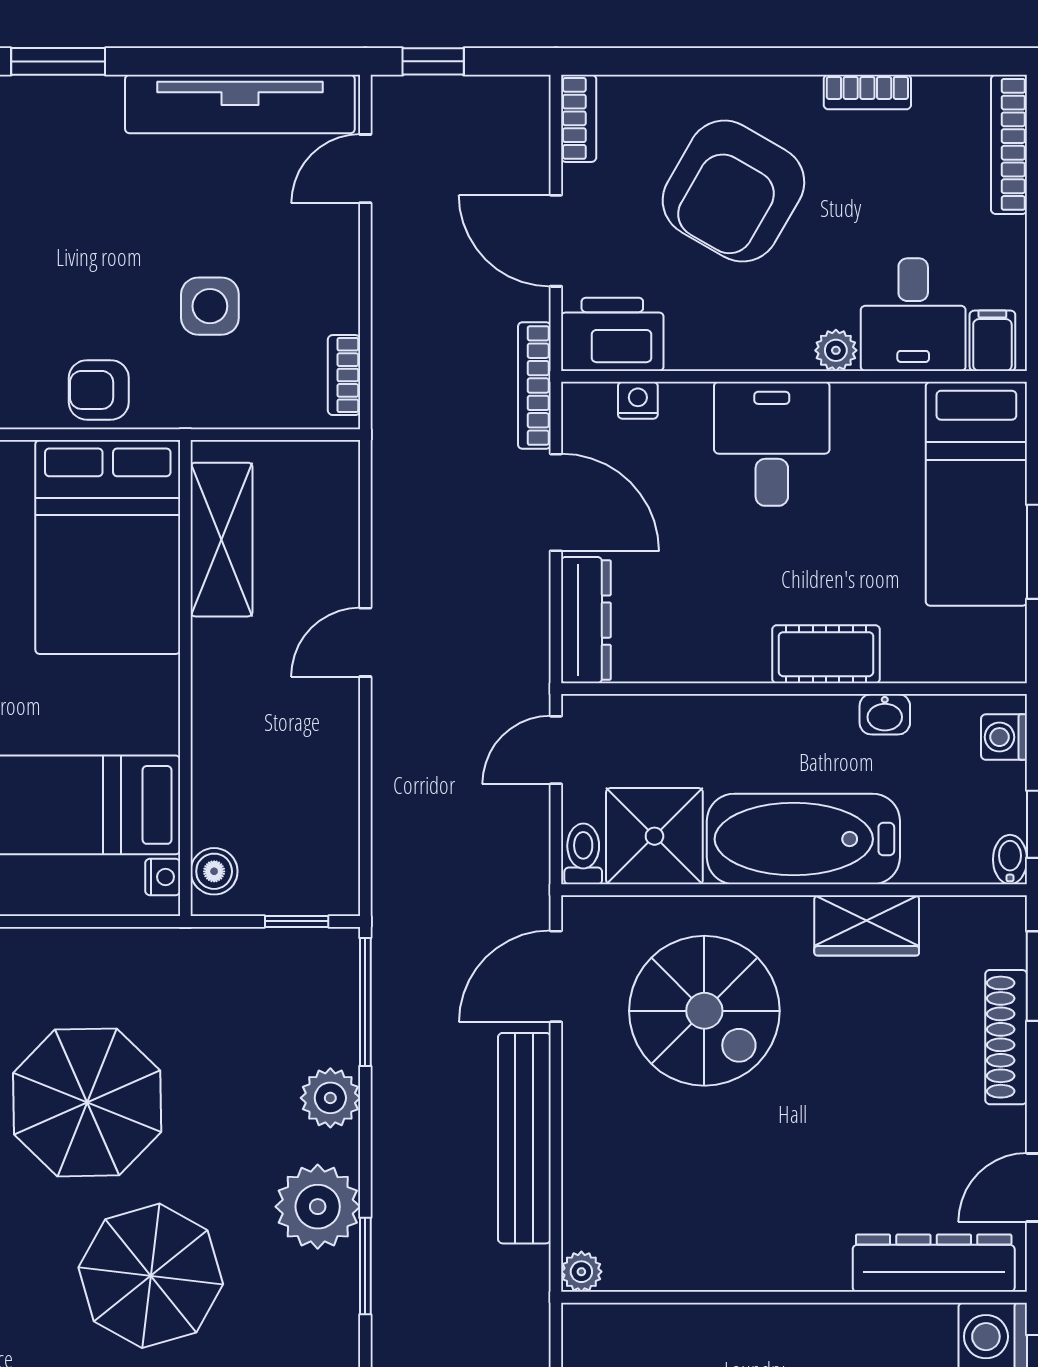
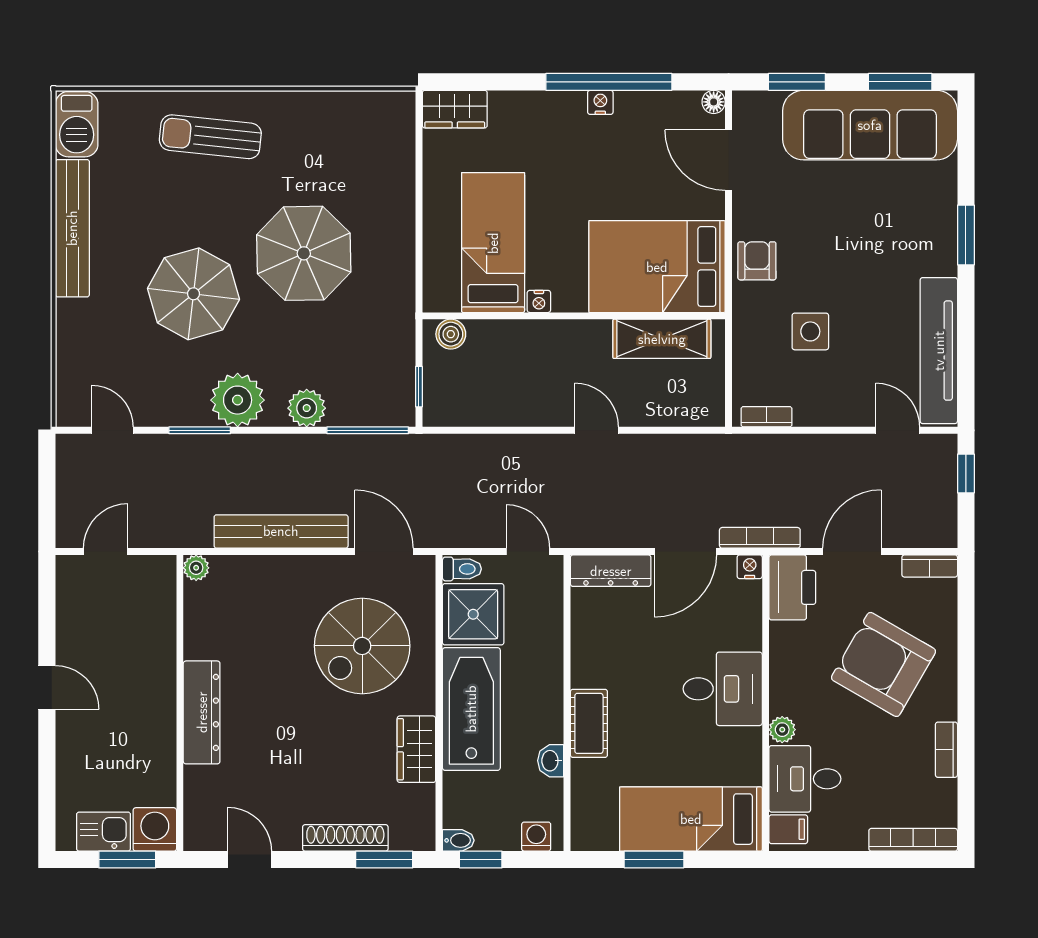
nightstand: (638, 400) -> (750, 567), moved, turned -90
nightstand: (163, 877) -> (539, 301), moved
dresser: (934, 1263) -> (202, 712), moved

